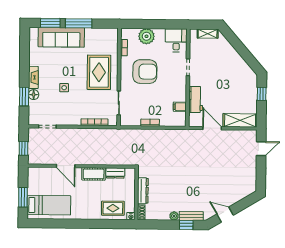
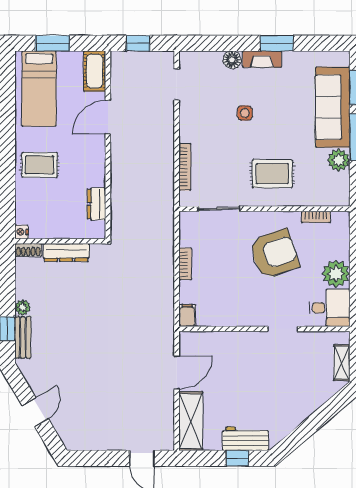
plant: (92, 34) -> (339, 160), added
plant: (147, 36) -> (336, 274), moved
rug: (99, 72) -> (272, 174), width x0.73, depth x0.70
armchair: (145, 72) -> (274, 254), turned -109
window: (24, 97) -> (277, 43), moved
workbench: (196, 99) -> (245, 439), moved, turned 180
filing cabinet: (180, 107) -> (187, 315), moved
cot: (94, 174) -> (95, 71), moved
rug: (113, 208) -> (40, 165), moved, turned 90
door: (225, 215) -> (35, 412), moved

